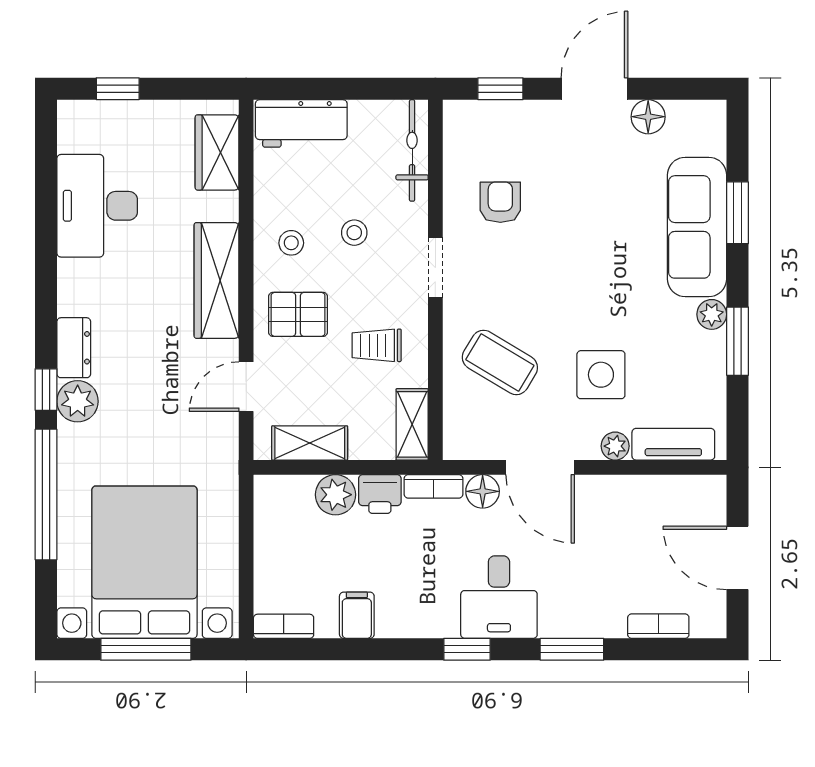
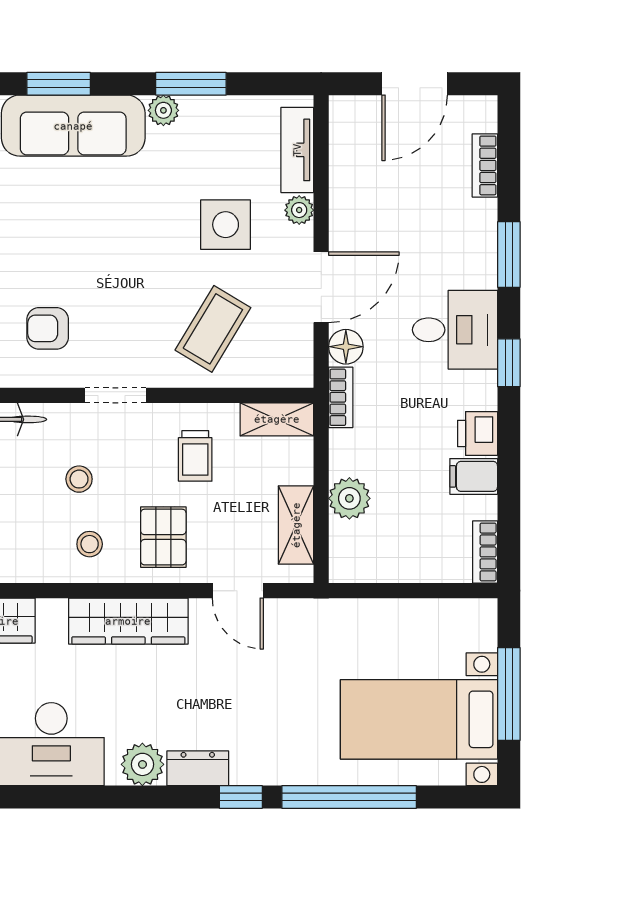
plant: (78, 401) -> (142, 764), moved
printer: (380, 494) -> (478, 434), moved, turned 180
bed with nightstands: (144, 562) -> (419, 719), width x0.73

